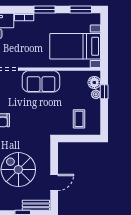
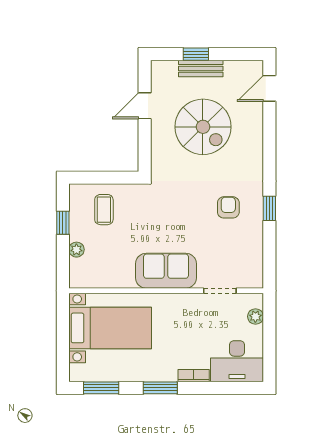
floor lamp: (94, 83) -> (79, 269), removed
window: (104, 92) -> (63, 223), moved
bench: (36, 205) -> (201, 68), moved

